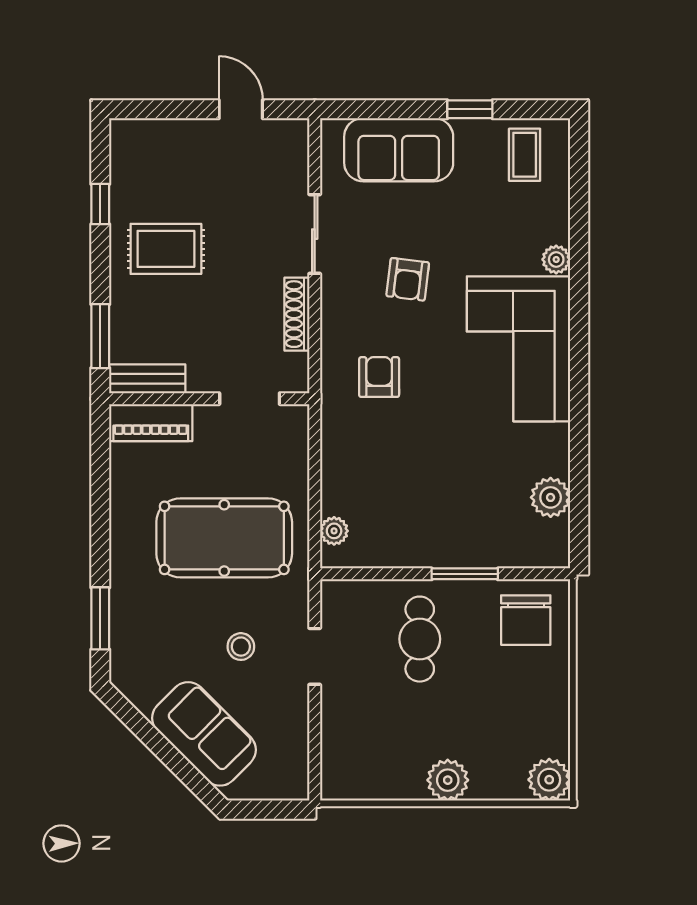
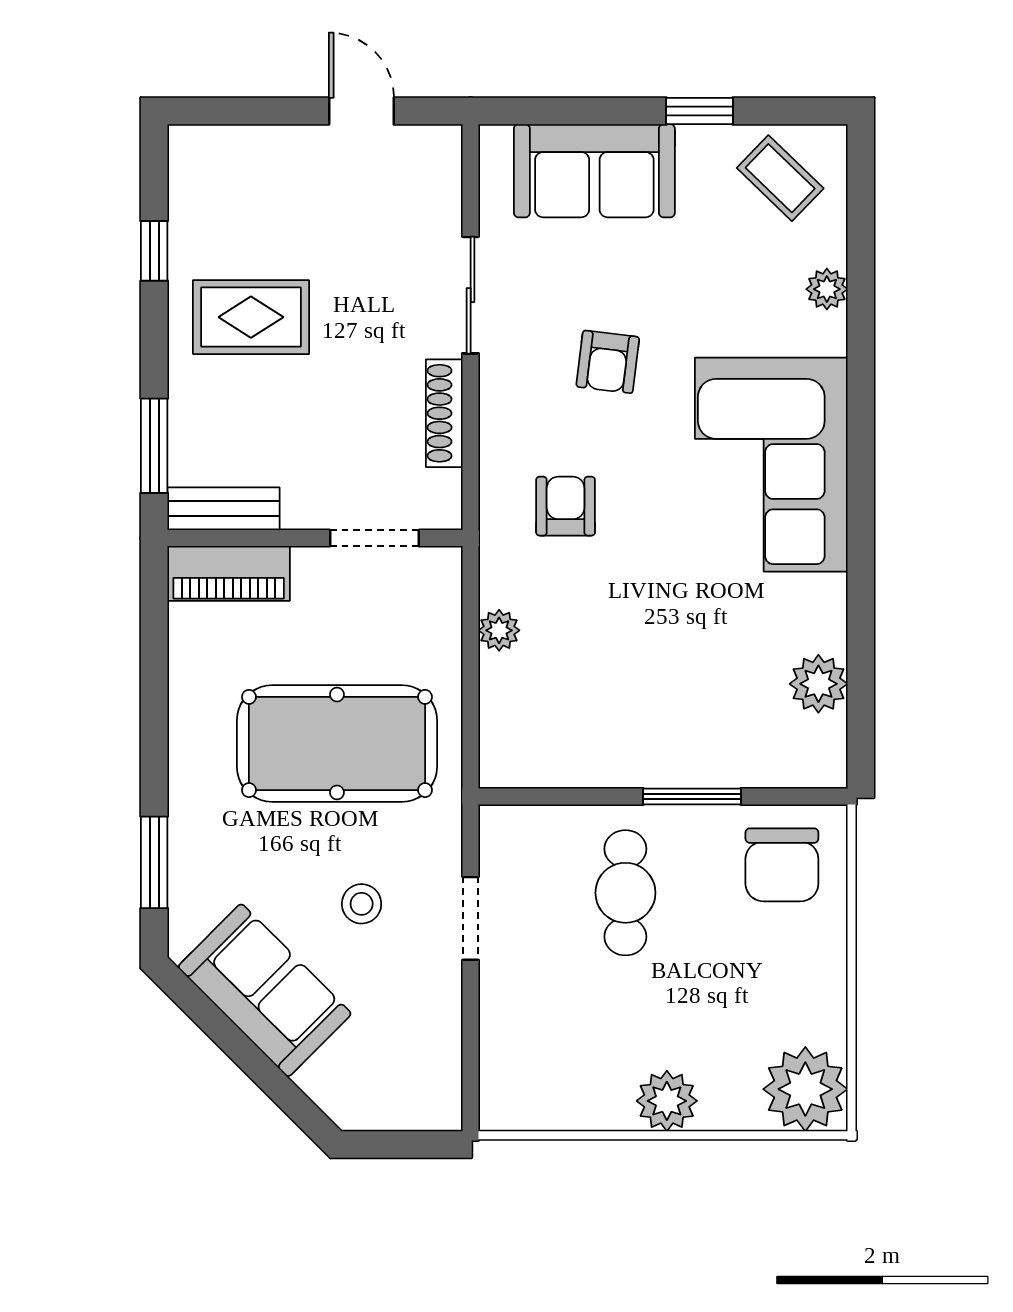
coffee table: (525, 155) -> (780, 178), turned -46
plant: (556, 259) -> (827, 289), moved
plant: (334, 531) -> (499, 630), moved
sofa: (204, 734) -> (265, 990), moved
plant: (549, 780) -> (805, 1089), width x1.36, depth x1.36

